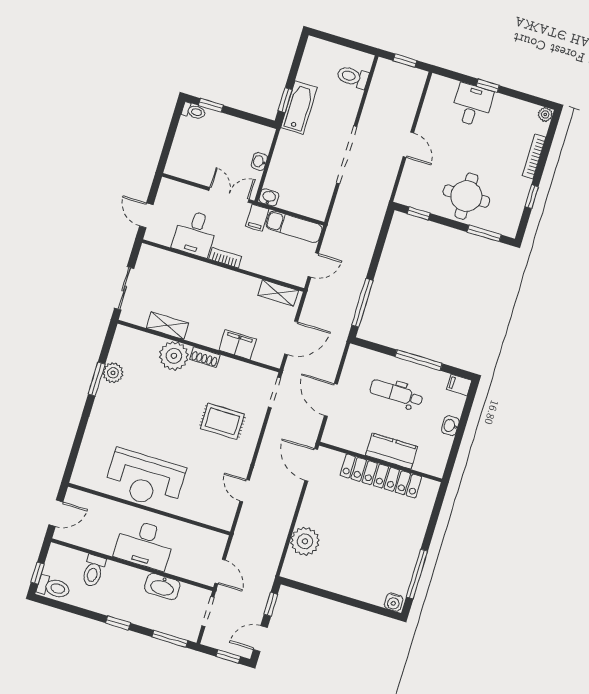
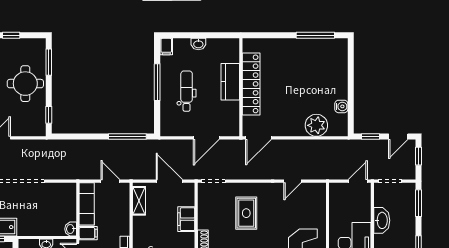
dental chair: (396, 393) -> (187, 91), turned 180
water cooler: (394, 602) -> (341, 106), moved
door: (260, 639) -> (398, 136), hinge flipped

